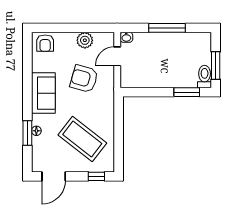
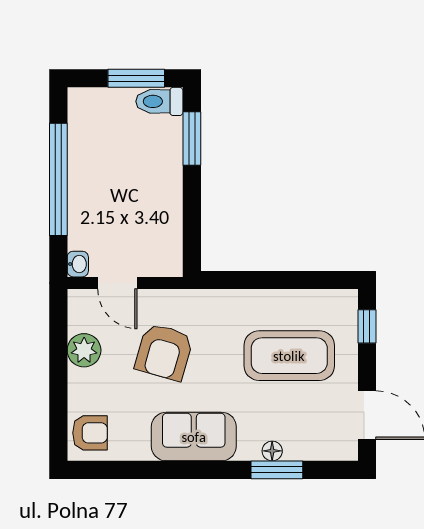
window: (167, 28) -> (58, 179), width x1.46
coffee table: (82, 139) -> (289, 356), turned 52

